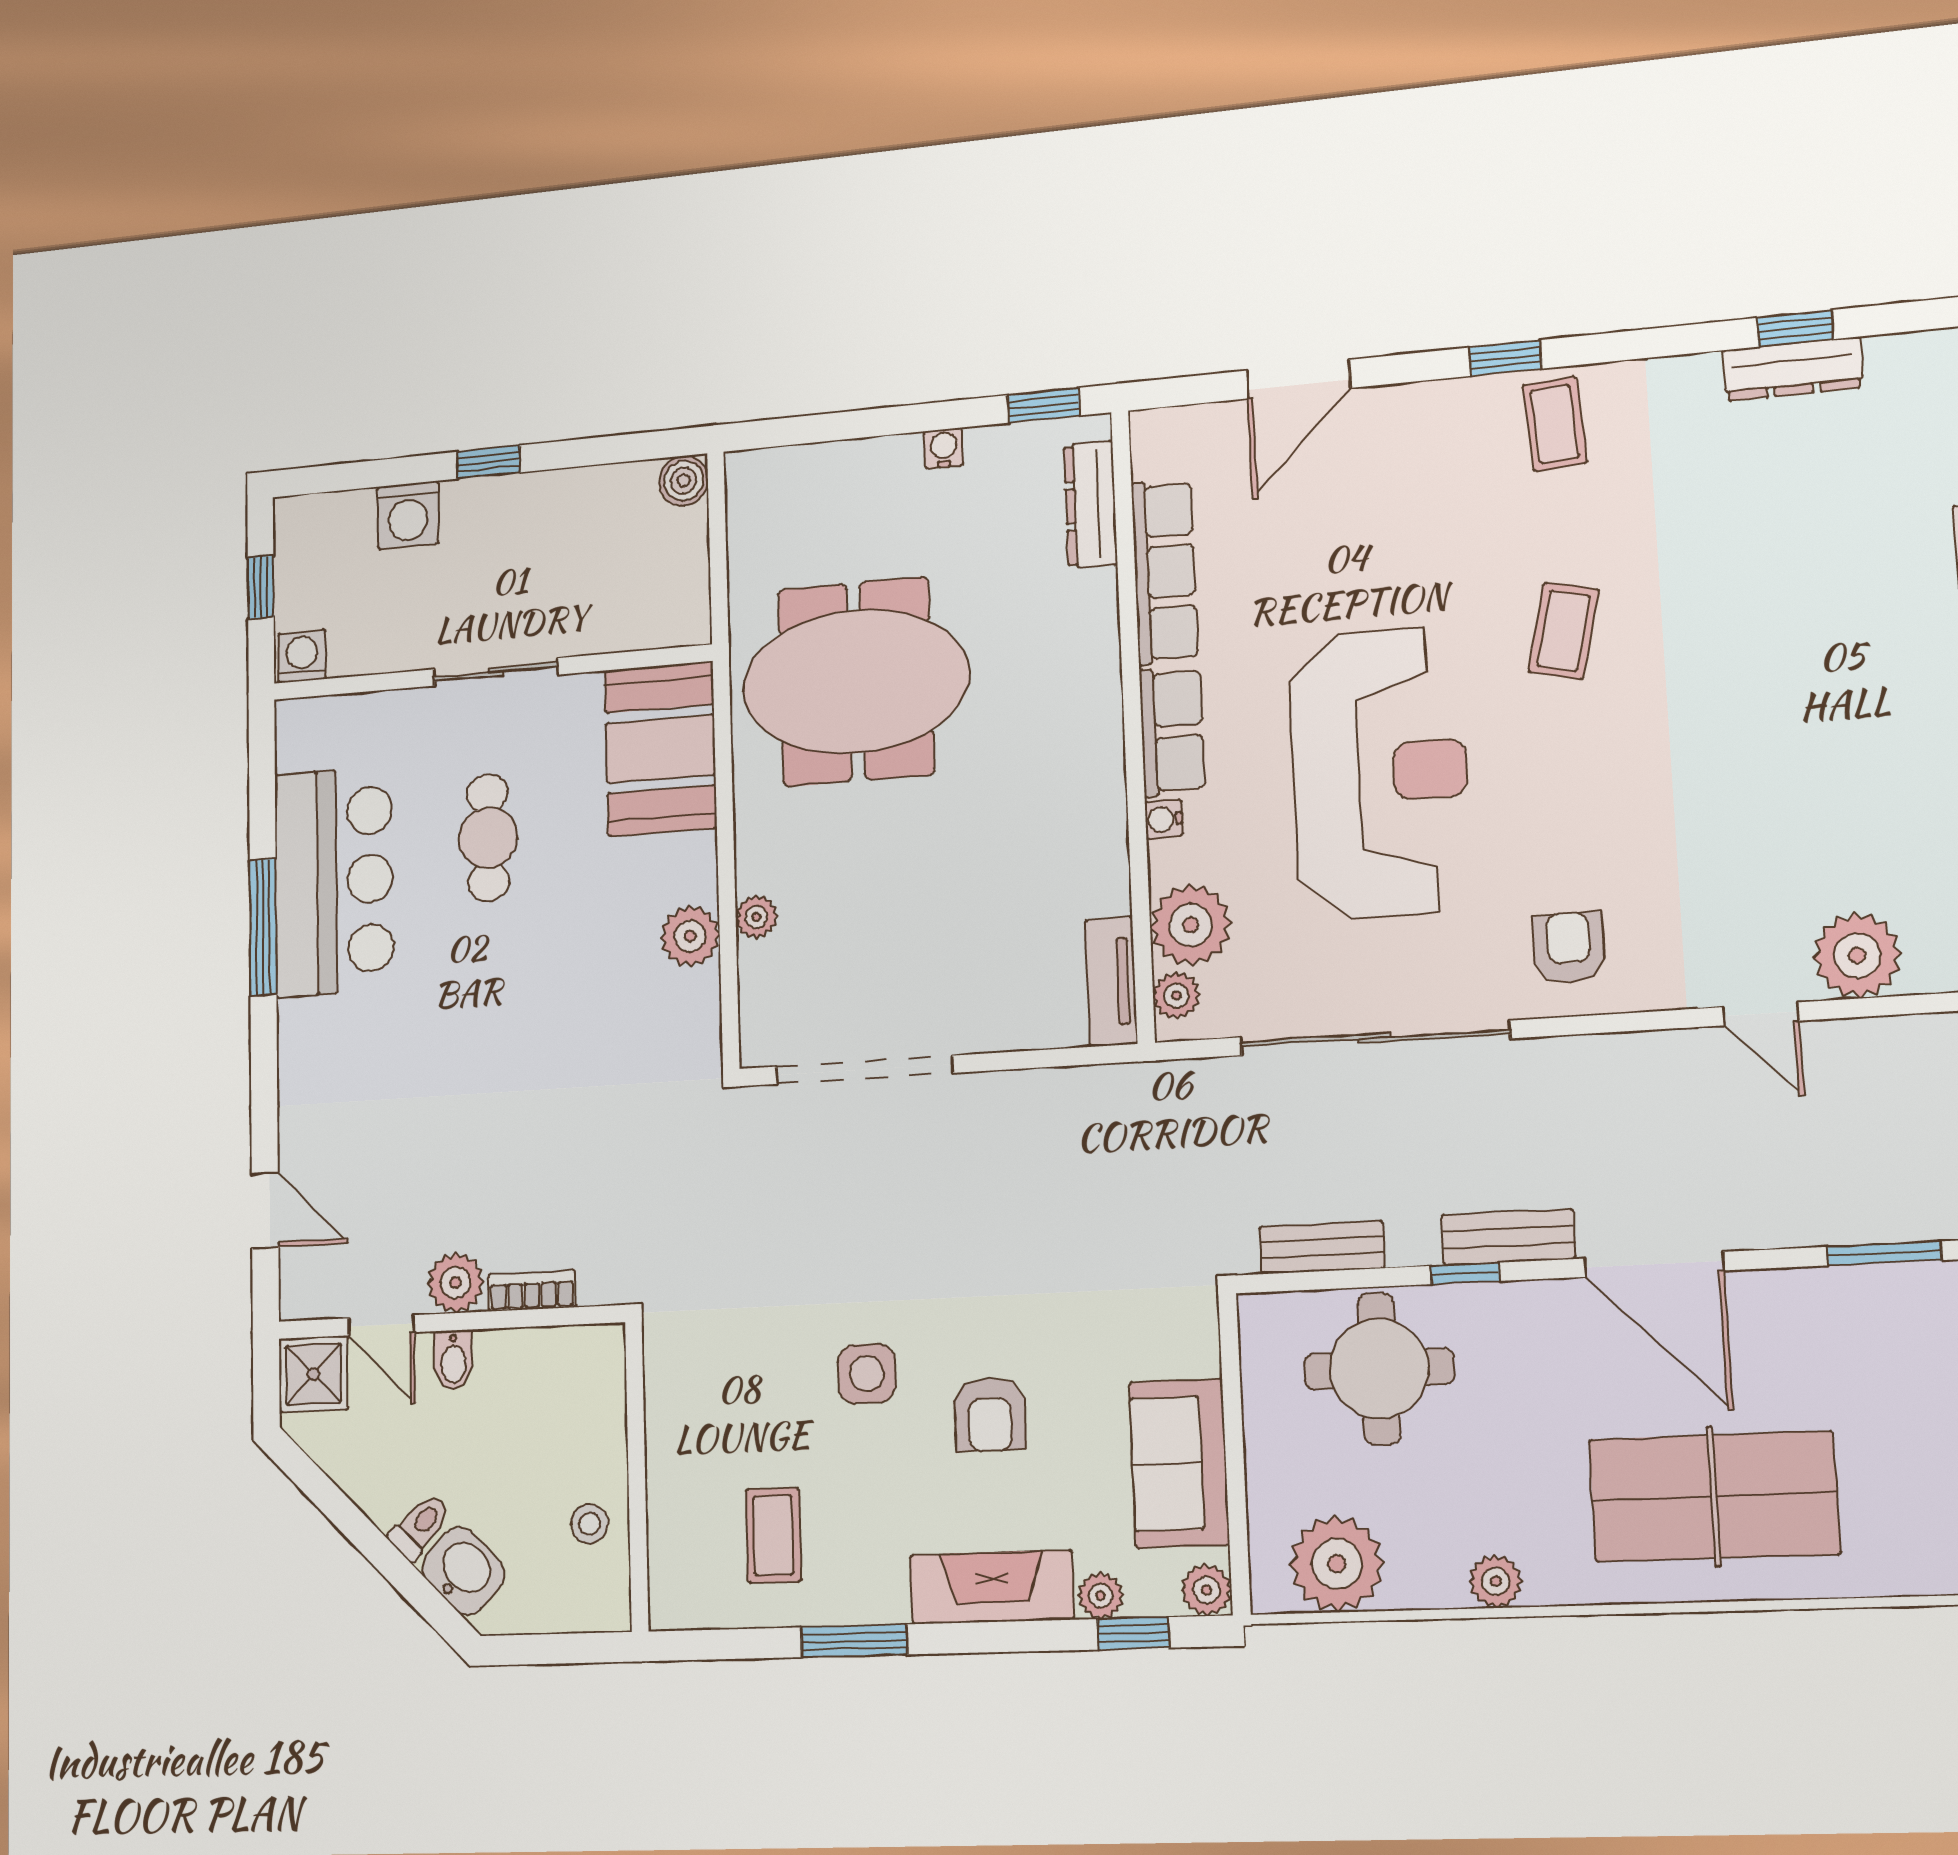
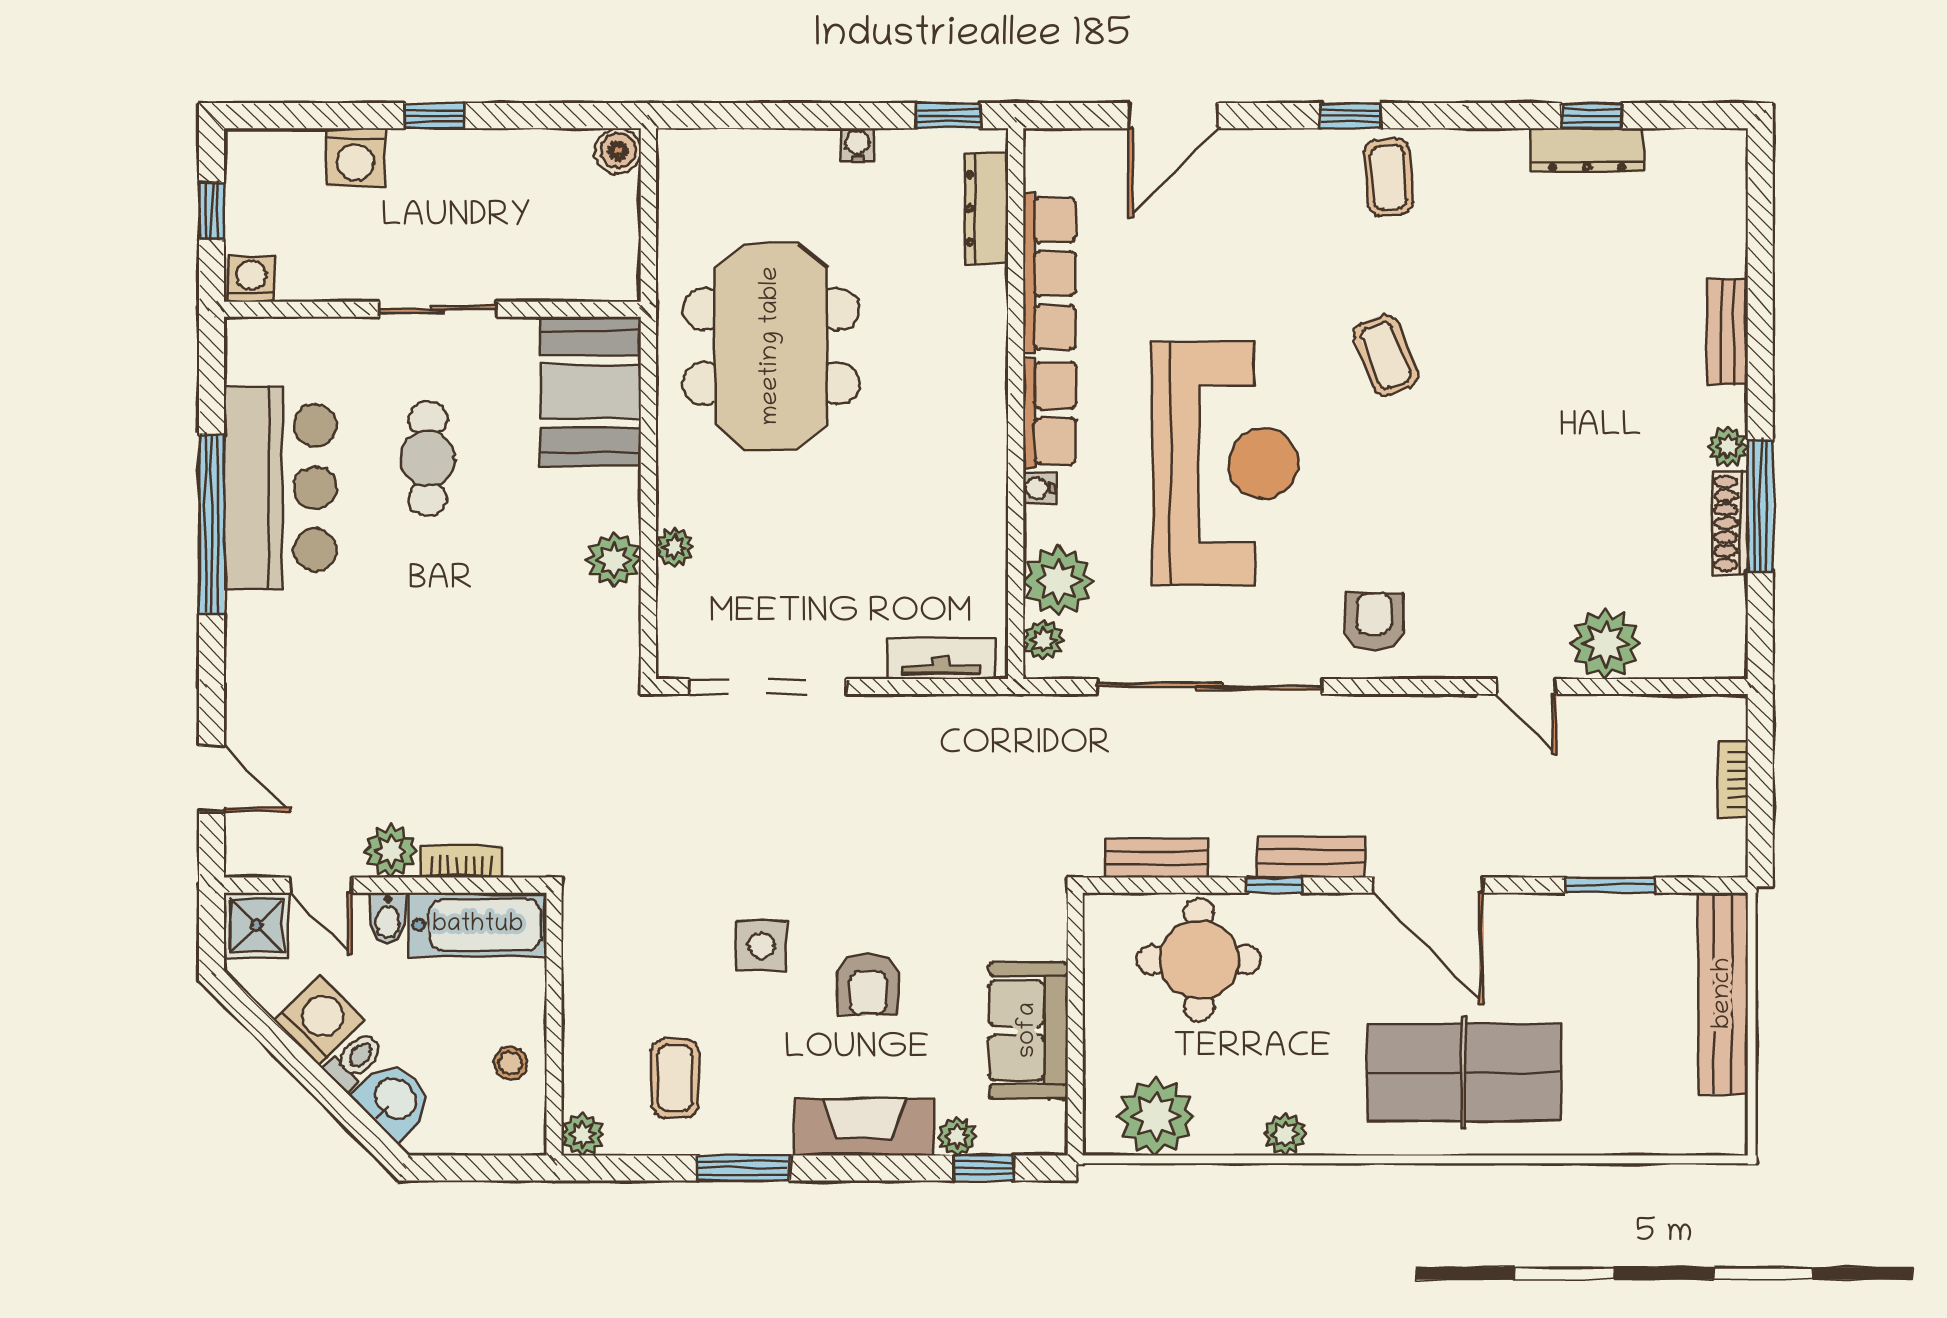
coffee table: (1564, 631) -> (1386, 355), turned -34
meeting table: (856, 682) -> (771, 346), turned 90
window: (263, 927) -> (211, 524), width x1.46
tv unit: (1111, 982) -> (941, 658), moved, turned 90
bathtub: (551, 1363) -> (478, 925), added
washing machine: (381, 1481) -> (319, 1020), added
plant: (1206, 1590) -> (583, 1134), moved

